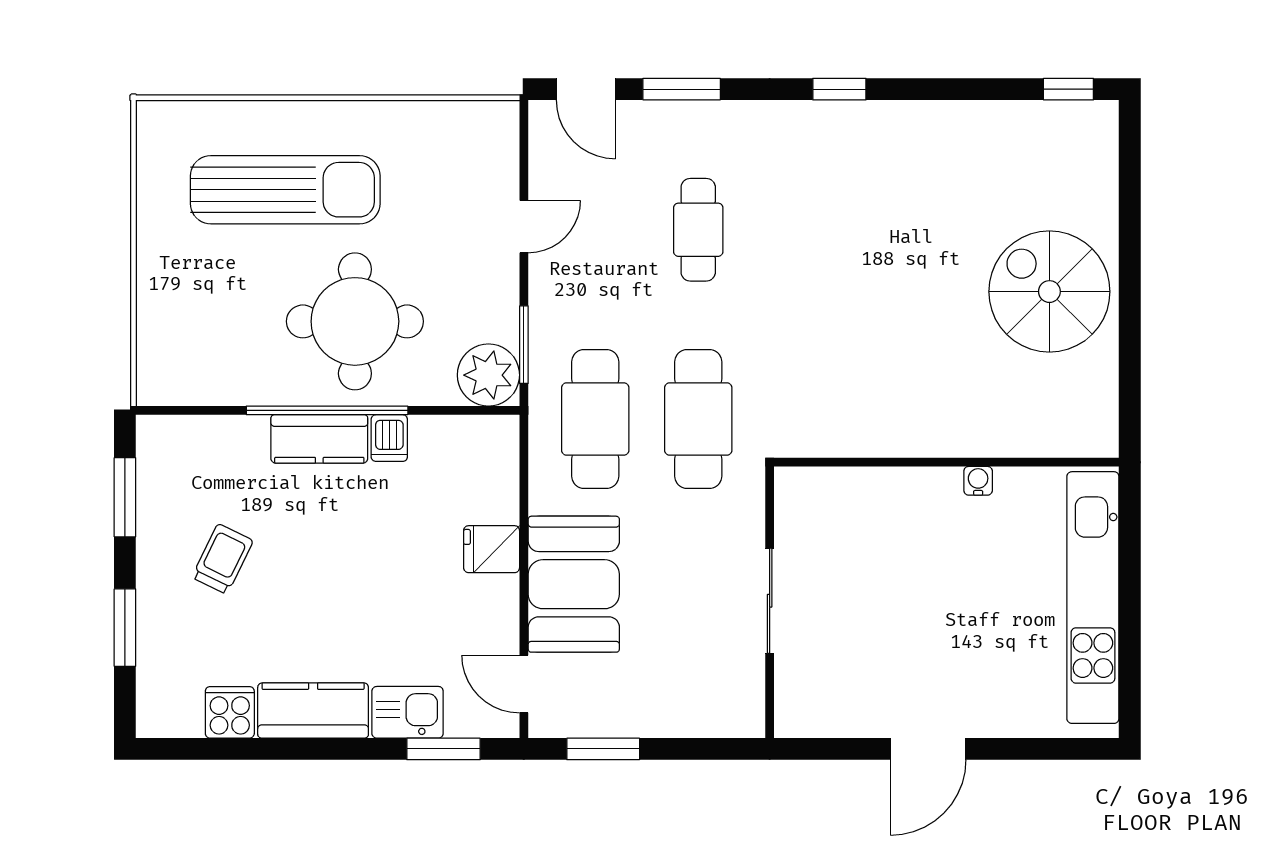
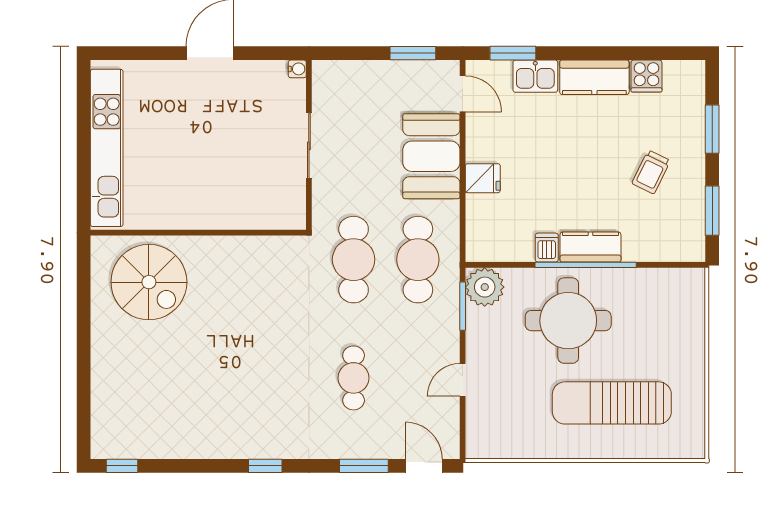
spiral stairs: (1049, 292) -> (149, 282), moved
water cooler: (978, 481) -> (297, 69), moved, turned -90

